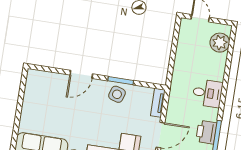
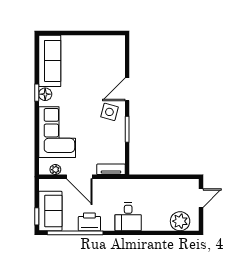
door: (81, 74) -> (127, 89), hinge flipped
side table: (117, 94) -> (109, 112), moved

